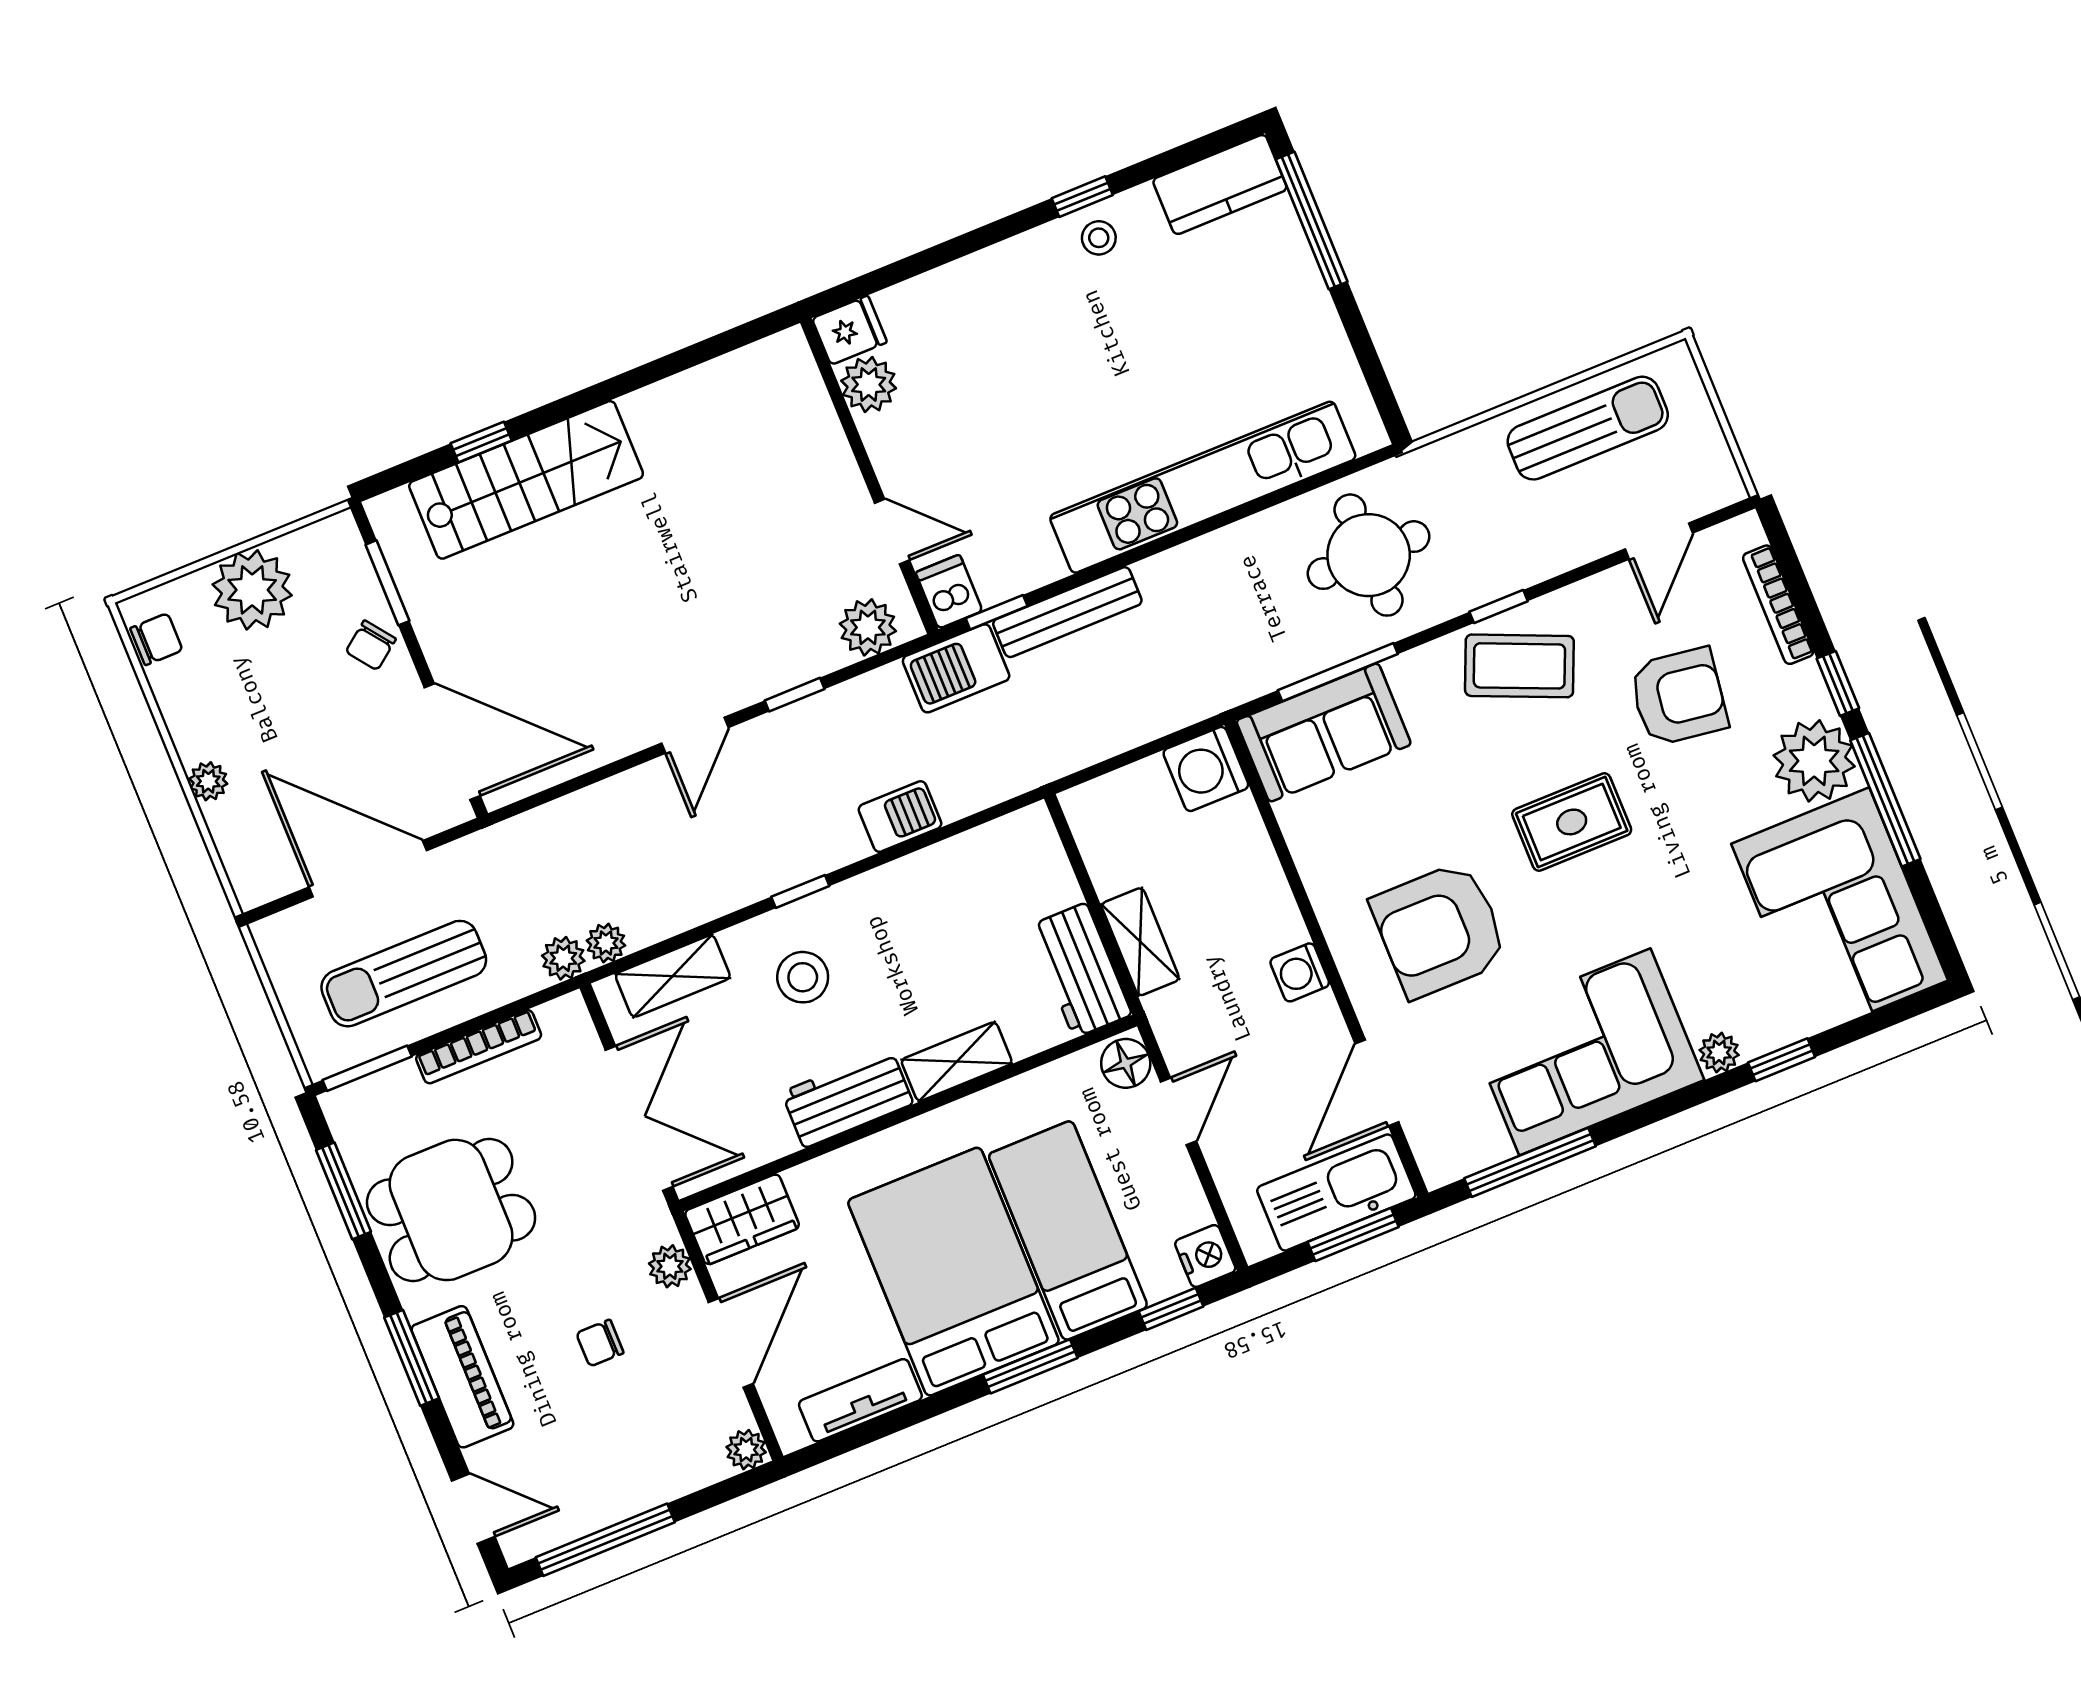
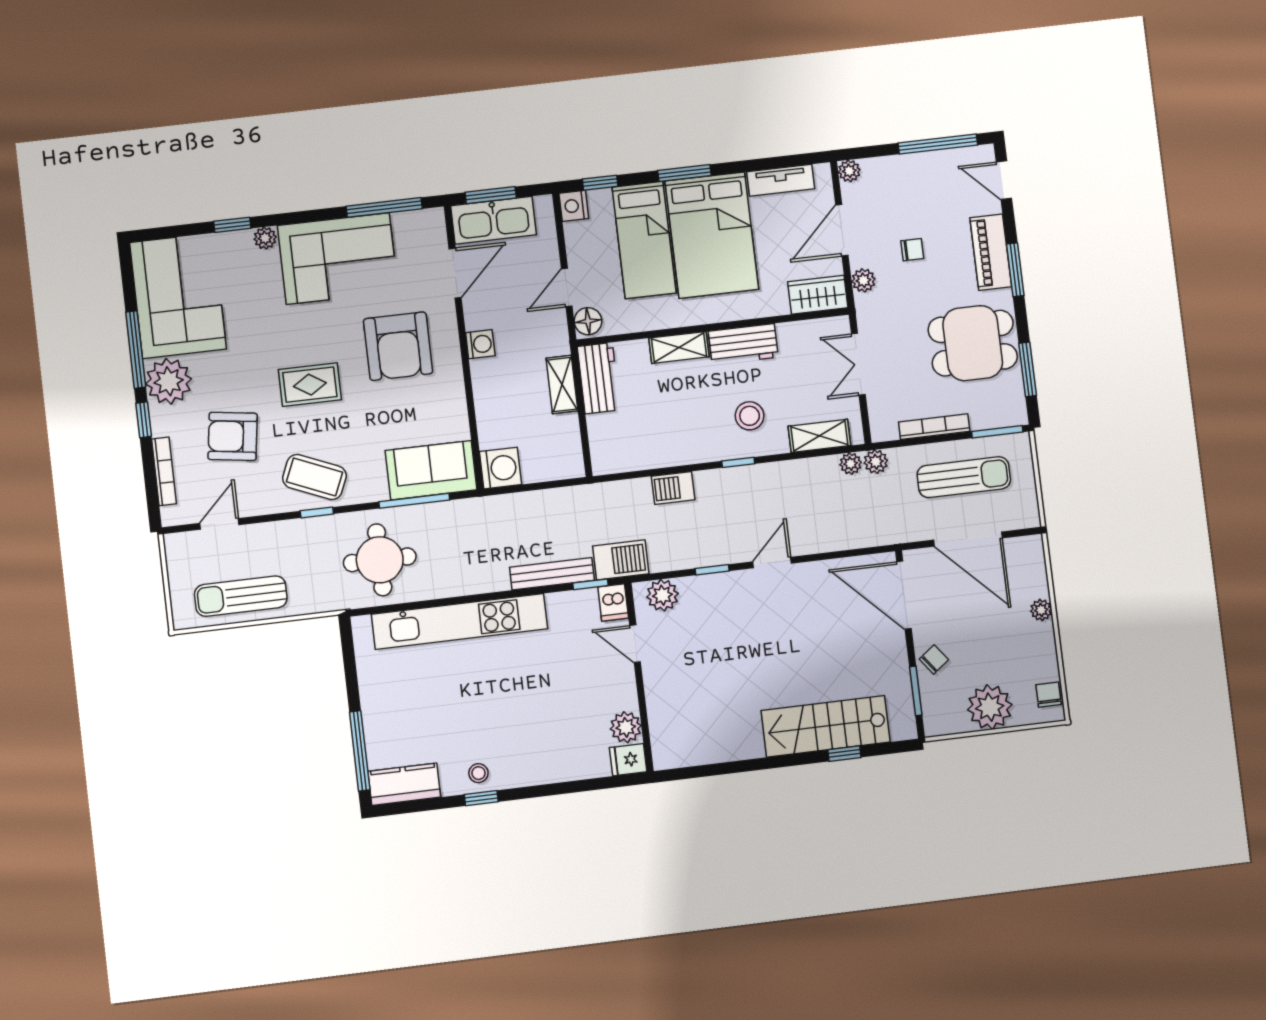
chair: (156, 639) -> (1049, 695), turned 90
armchair: (1440, 930) -> (398, 346), turned 90
double door: (639, 1118) -> (858, 364), width x0.73

